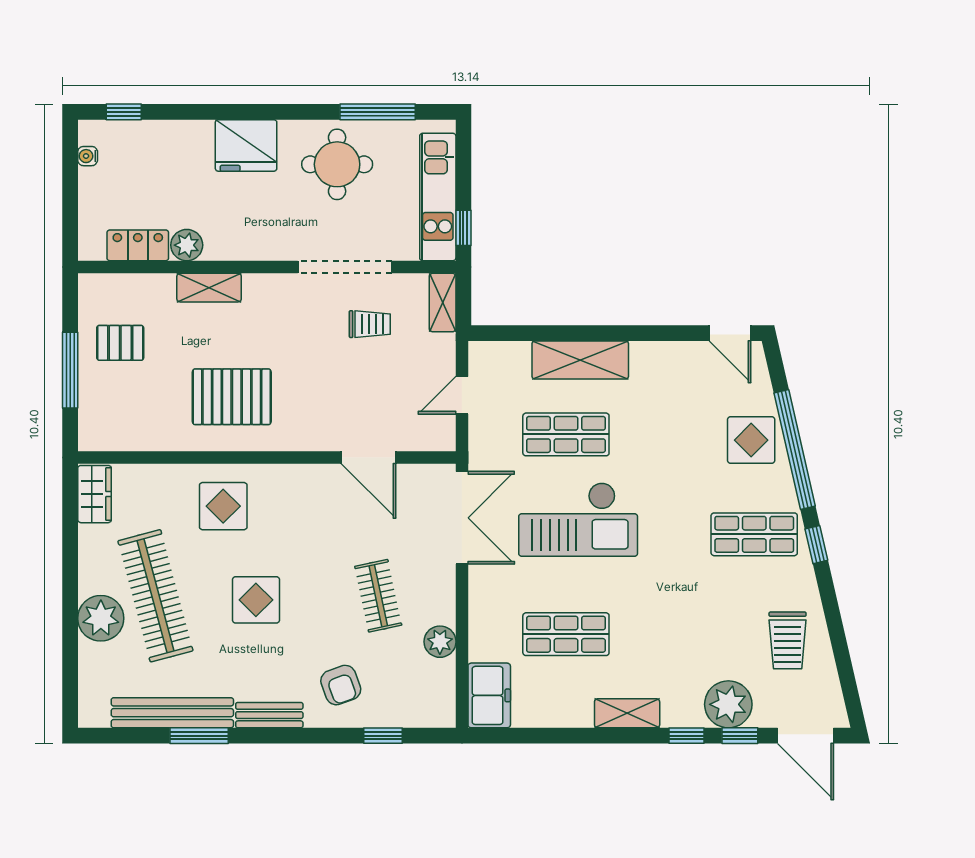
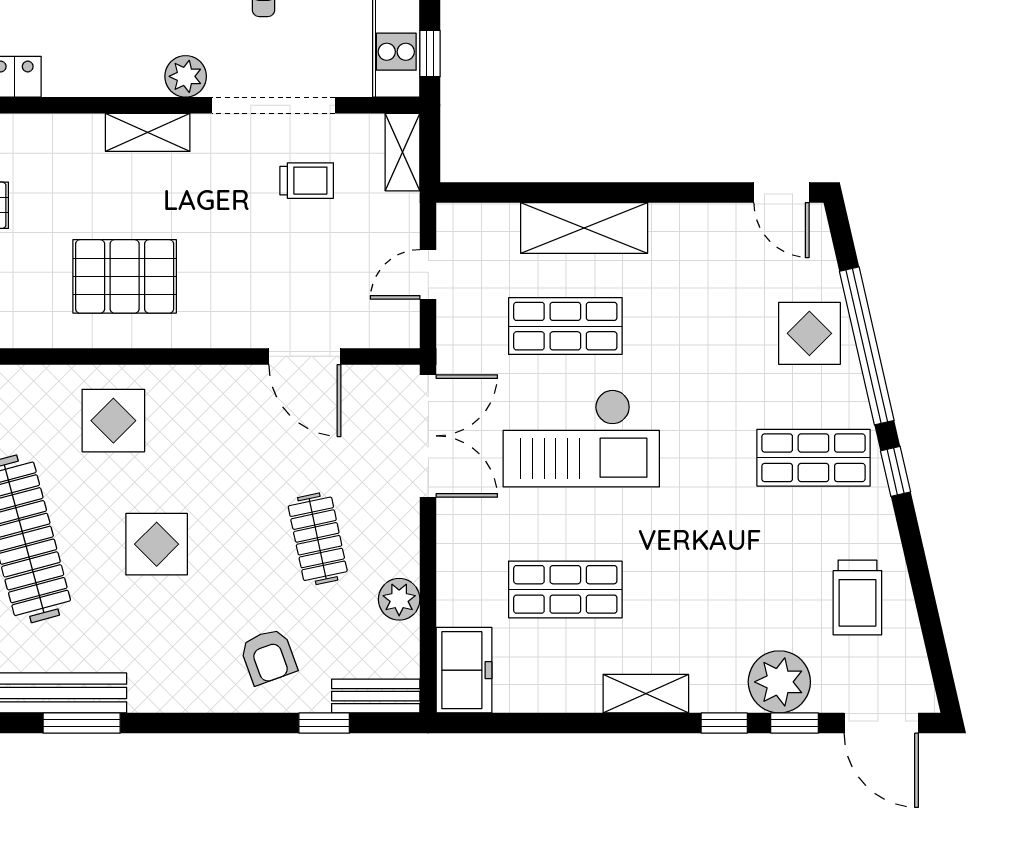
plant: (187, 245) -> (186, 76), moved
shelving: (209, 288) -> (148, 132), moved
bench: (269, 715) -> (376, 696), moved

